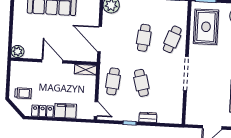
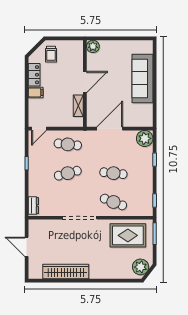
shelving: (85, 70) -> (78, 106), moved
filing cabinet: (65, 111) -> (36, 92), width x0.50
dresser: (148, 117) -> (33, 206), moved

